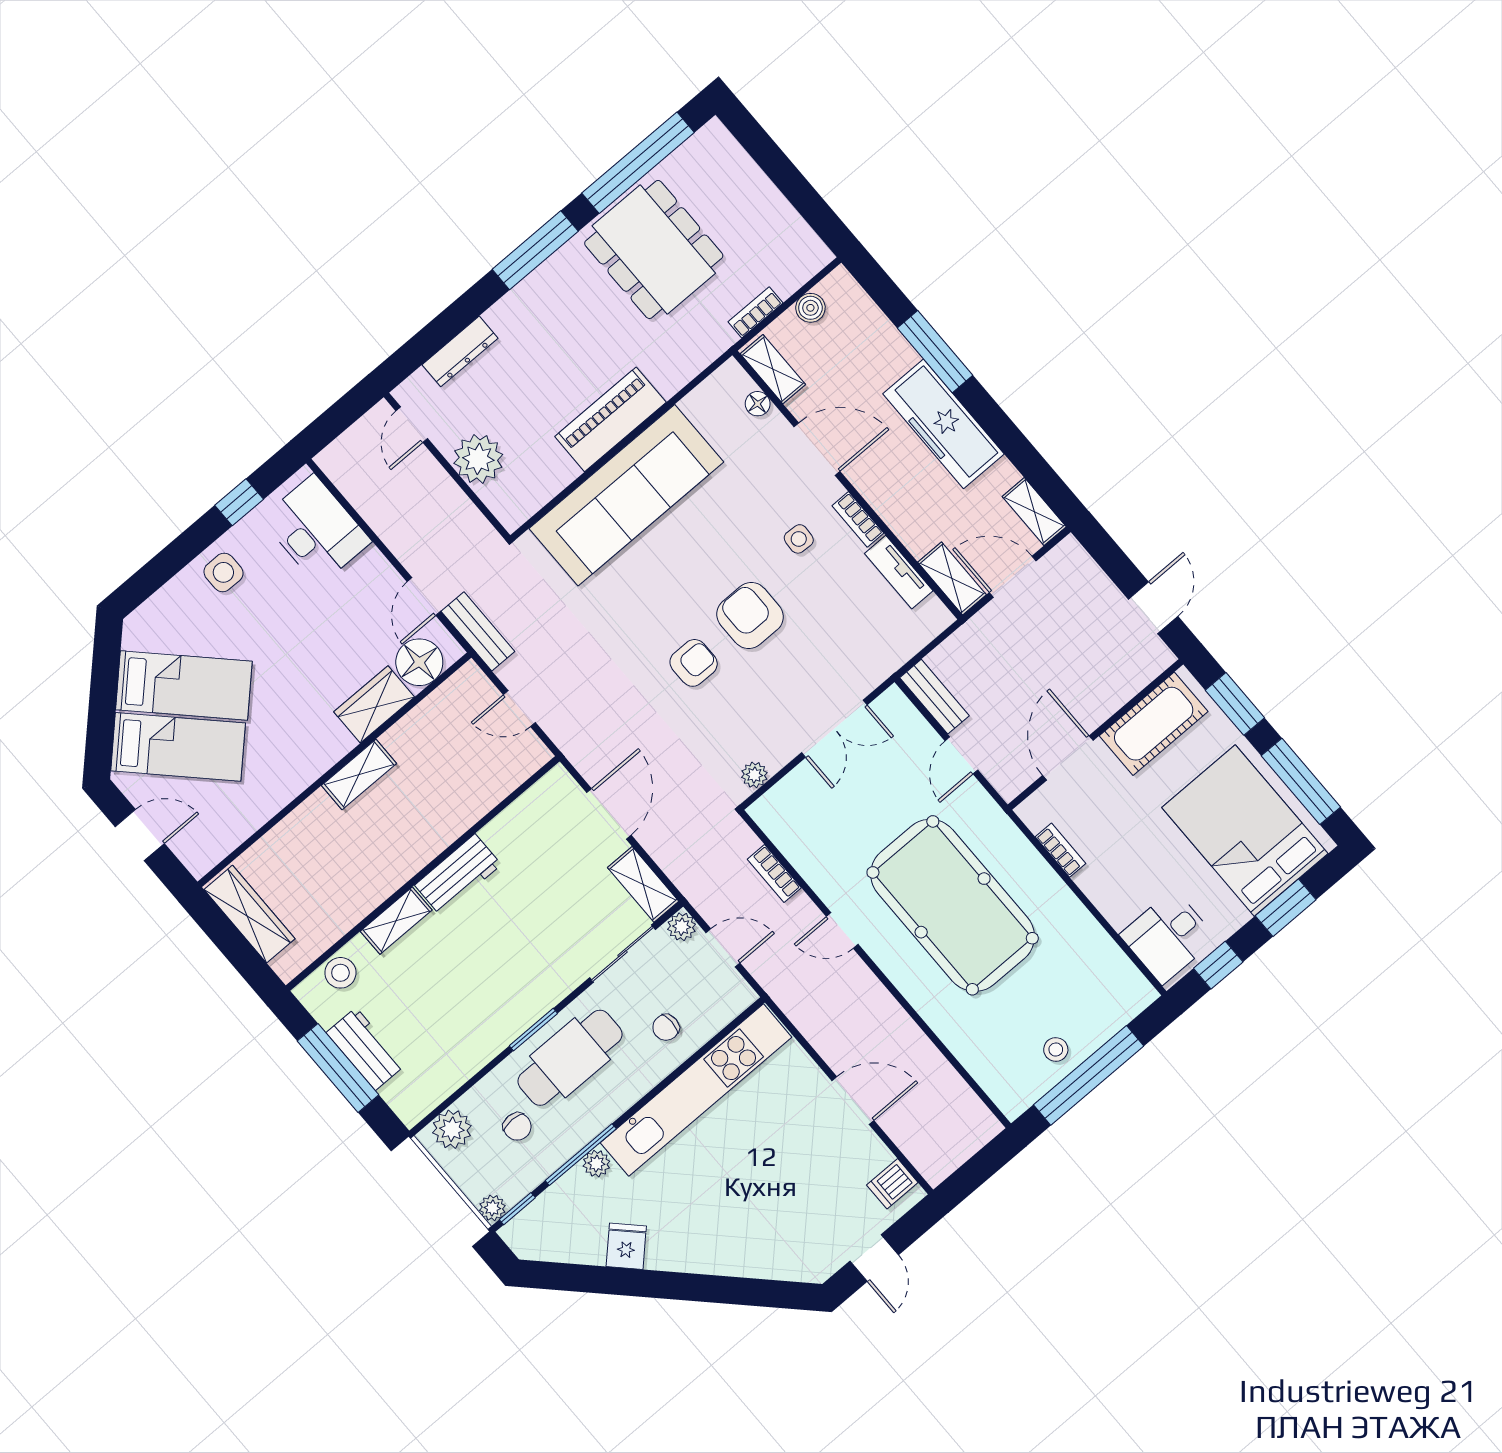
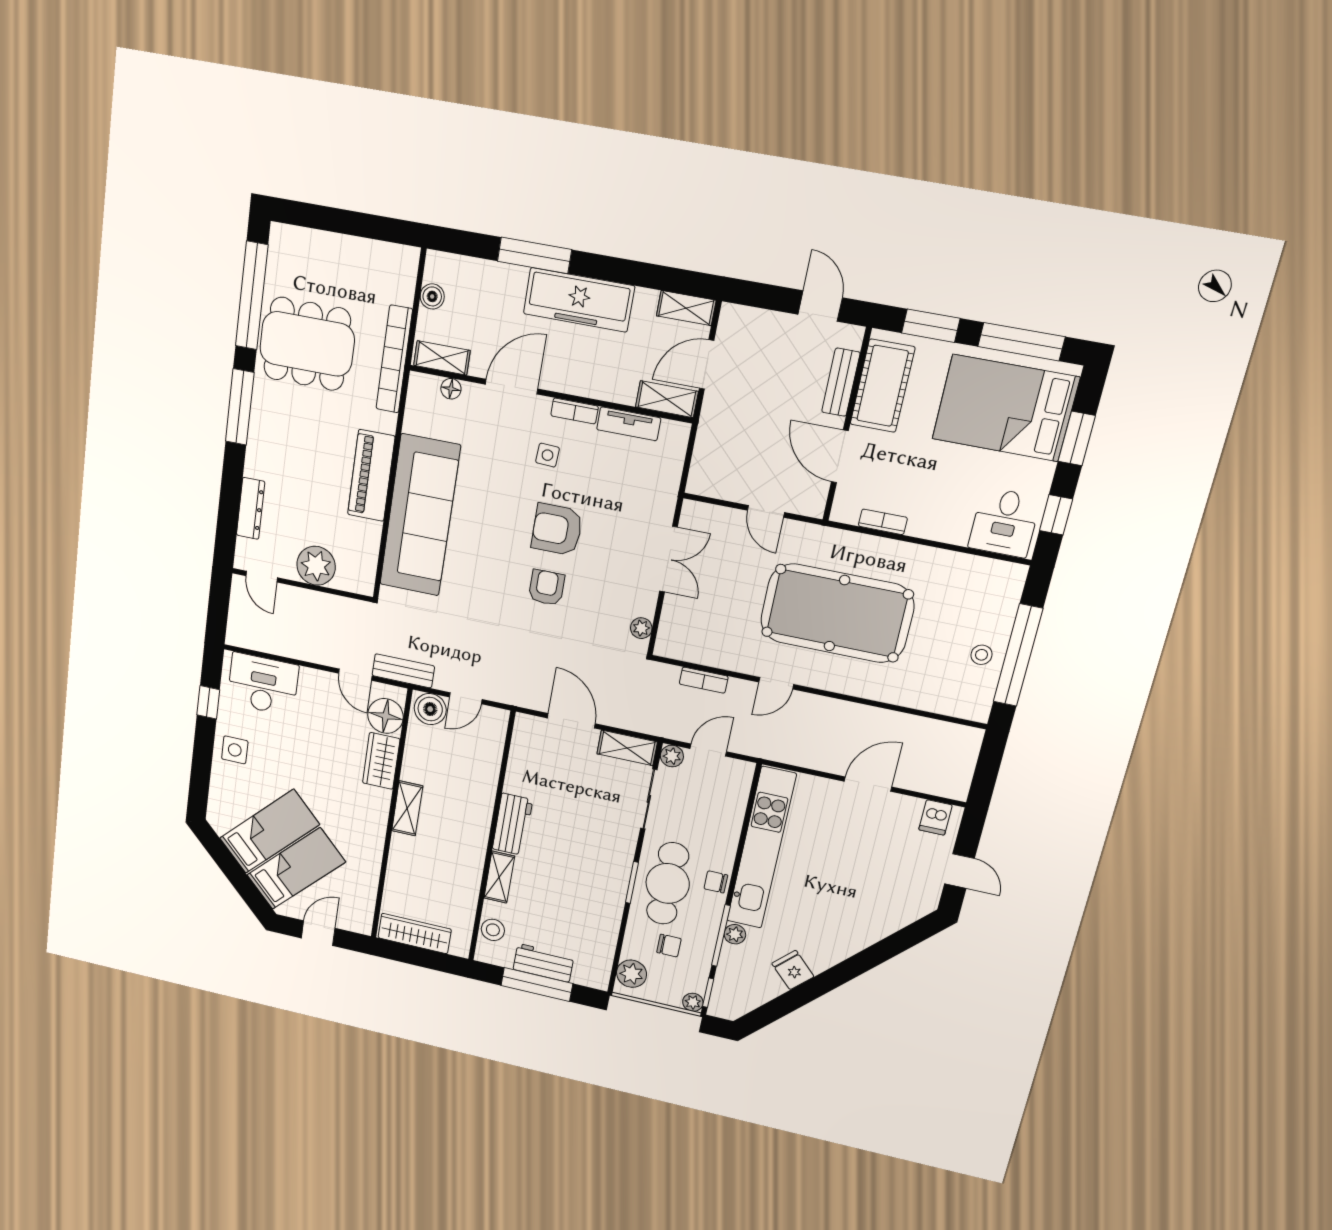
bookcase: (755, 312) -> (394, 359), width x2.31, depth x1.31
boiler: (473, 691) -> (430, 709), added
bench: (934, 697) -> (841, 382), moved, turned 90
chair: (666, 1027) -> (716, 882), moved, turned 90

